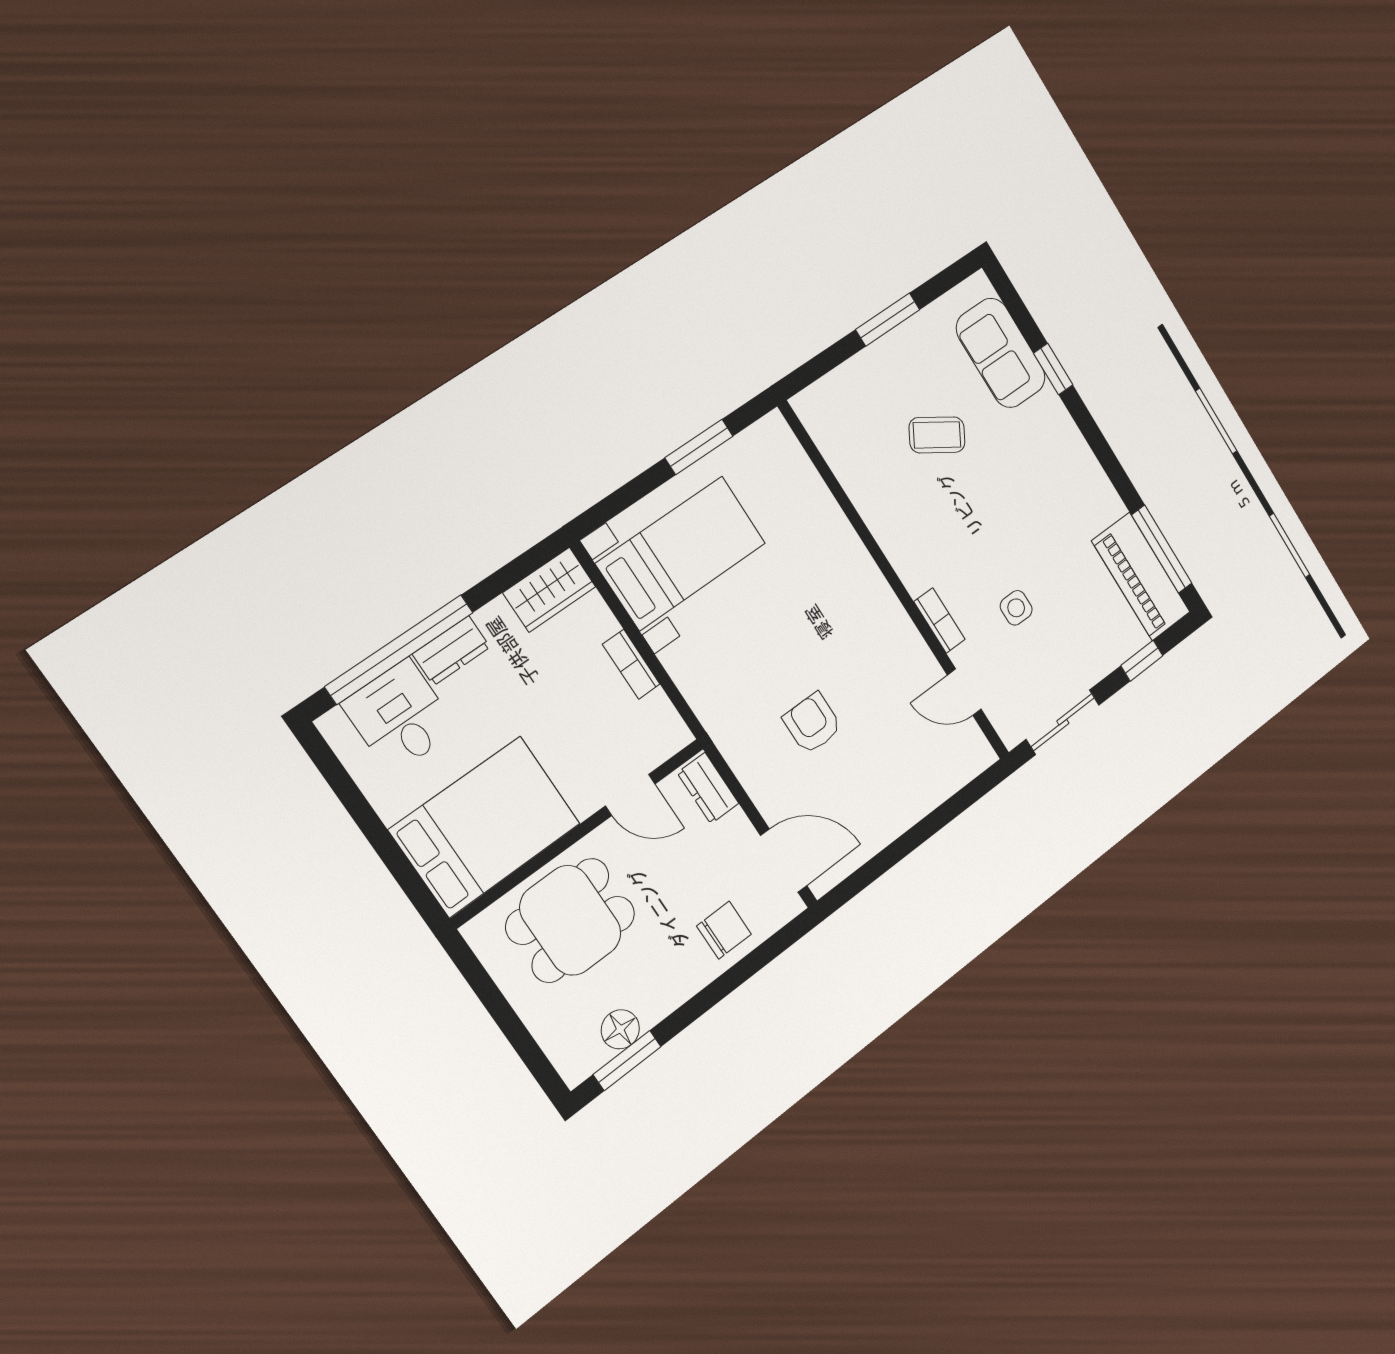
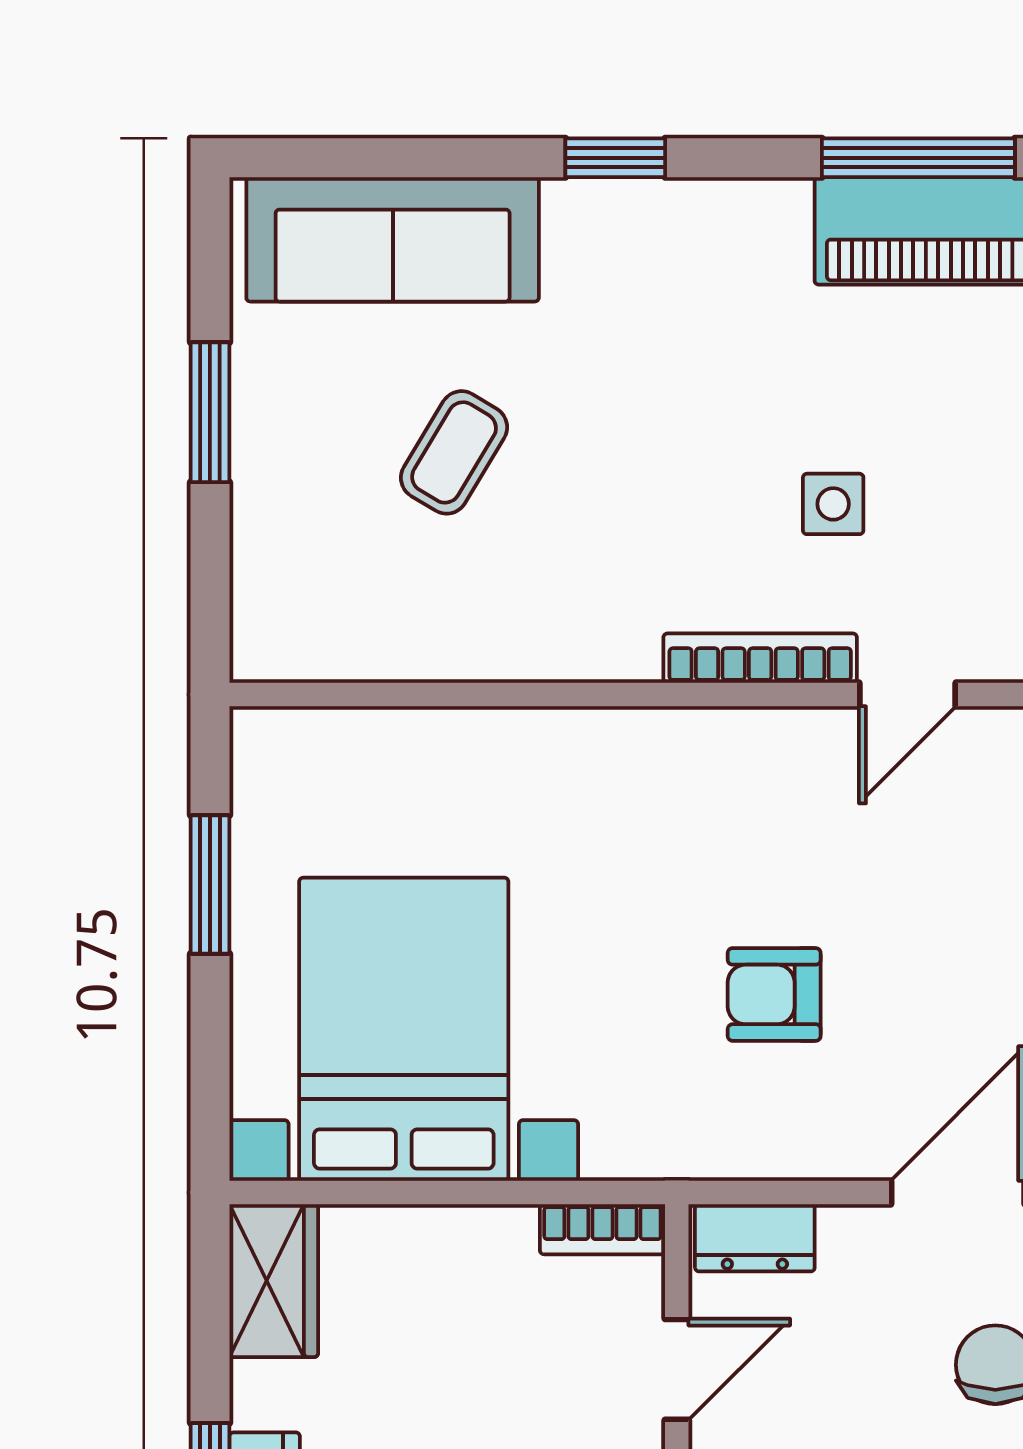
sofa: (1001, 353) -> (393, 239), width x1.36
window: (1053, 369) -> (615, 158), moved
bed with nightstands: (681, 553) -> (404, 1029), width x1.36
bookcase: (939, 620) -> (760, 658), width x1.56
bookcase: (631, 664) -> (602, 1229), moved

